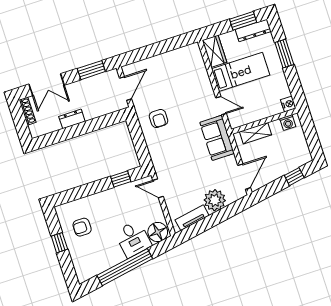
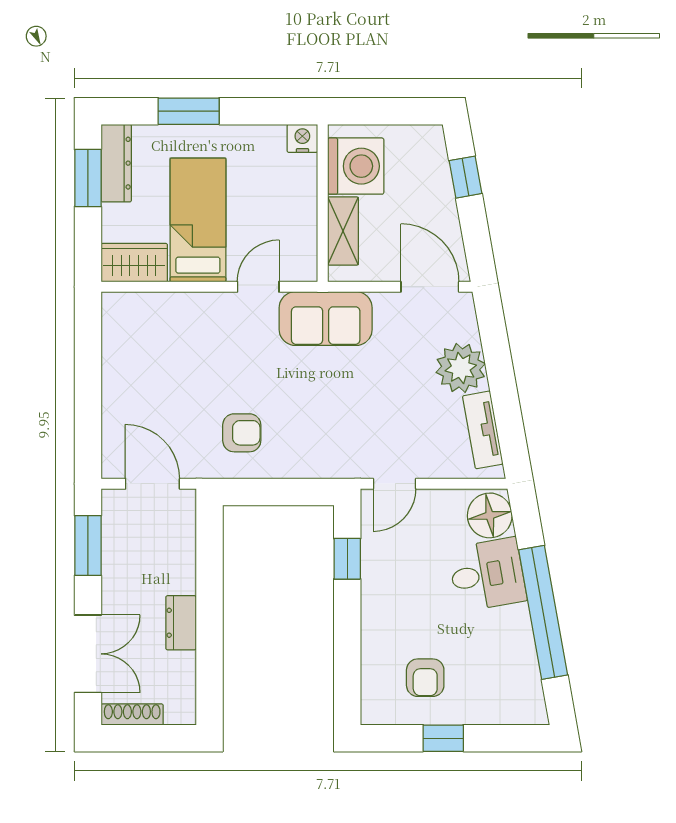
washing machine: (288, 123) -> (356, 166), width x1.89, depth x1.89

